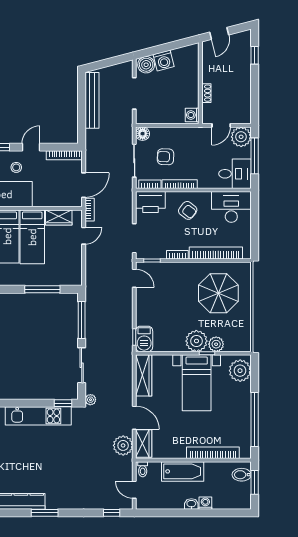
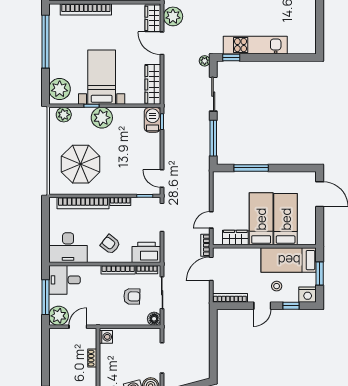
bench: (92, 100) -> (203, 351), removed
plant: (216, 344) -> (64, 115), moved

